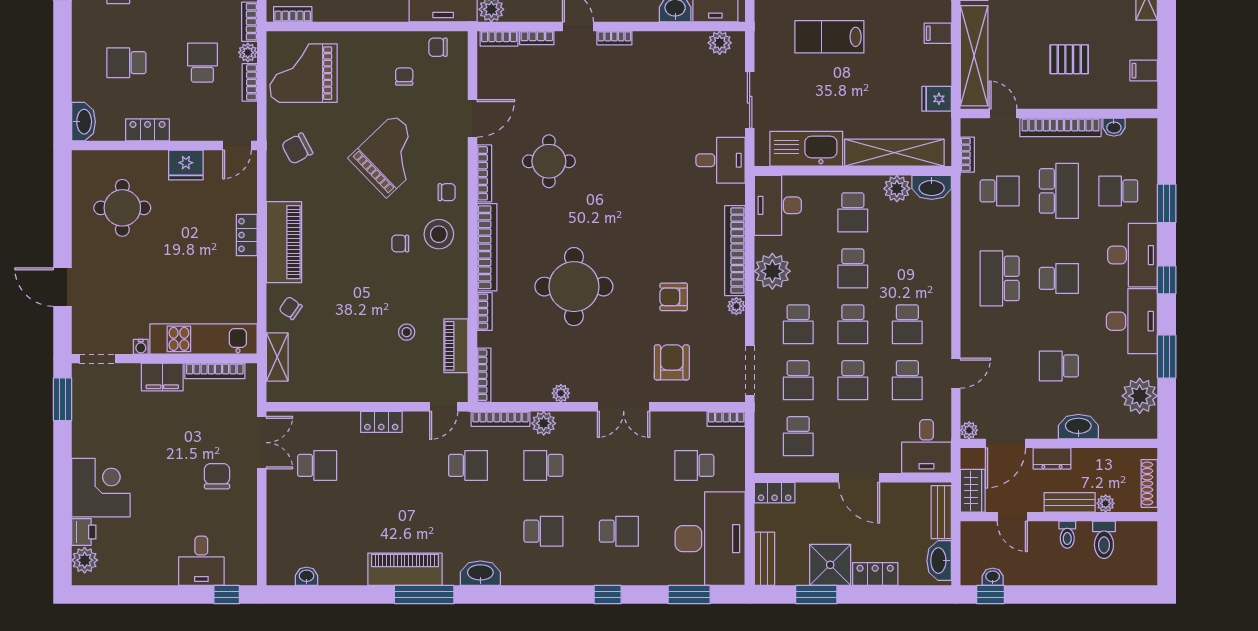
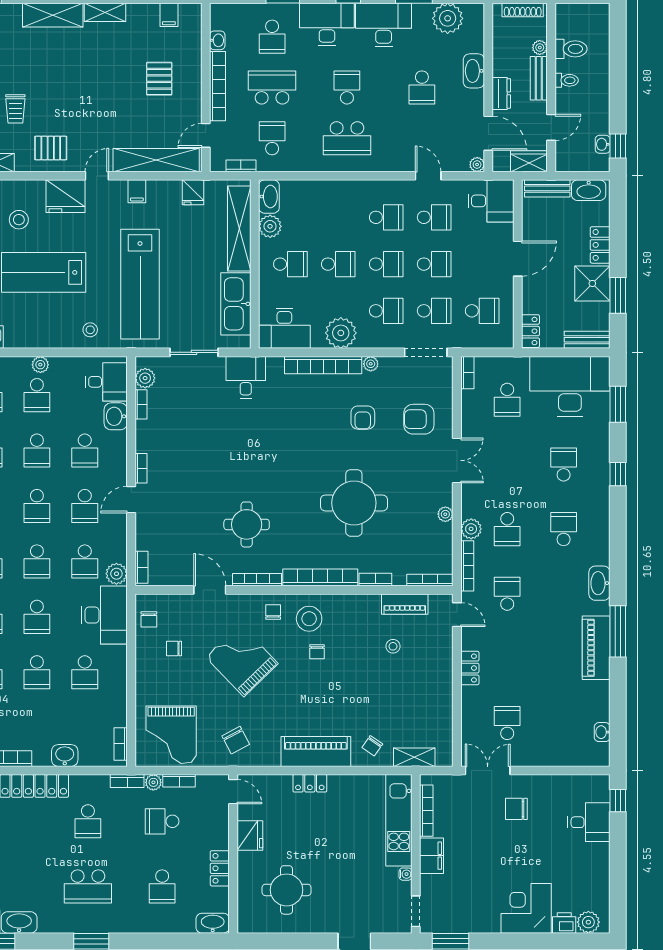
lab bench: (829, 37) -> (140, 284), width x1.86, depth x1.39
bookcase: (537, 38) -> (141, 404), moved

